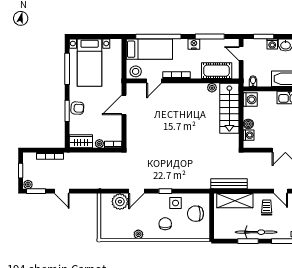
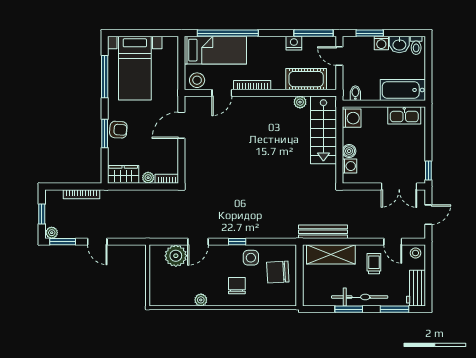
window: (210, 37) -> (313, 33), moved
nightstand: (194, 44) -> (294, 43), moved

